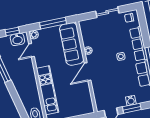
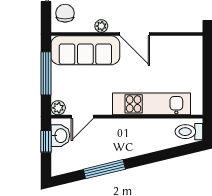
chair: (91, 27) -> (65, 13), added
door: (31, 50) -> (82, 117), hinge flipped

